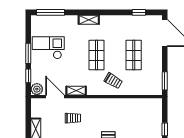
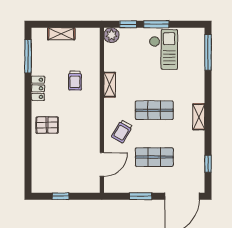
shelving: (89, 20) -> (199, 117), moved
window: (165, 81) -> (141, 196), moved
door: (55, 97) -> (102, 165), moved

